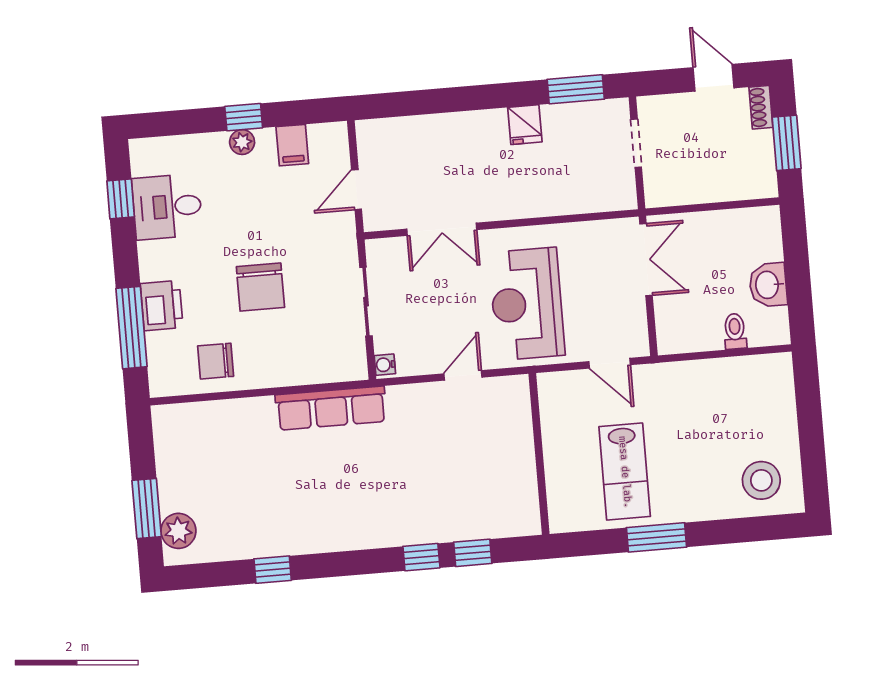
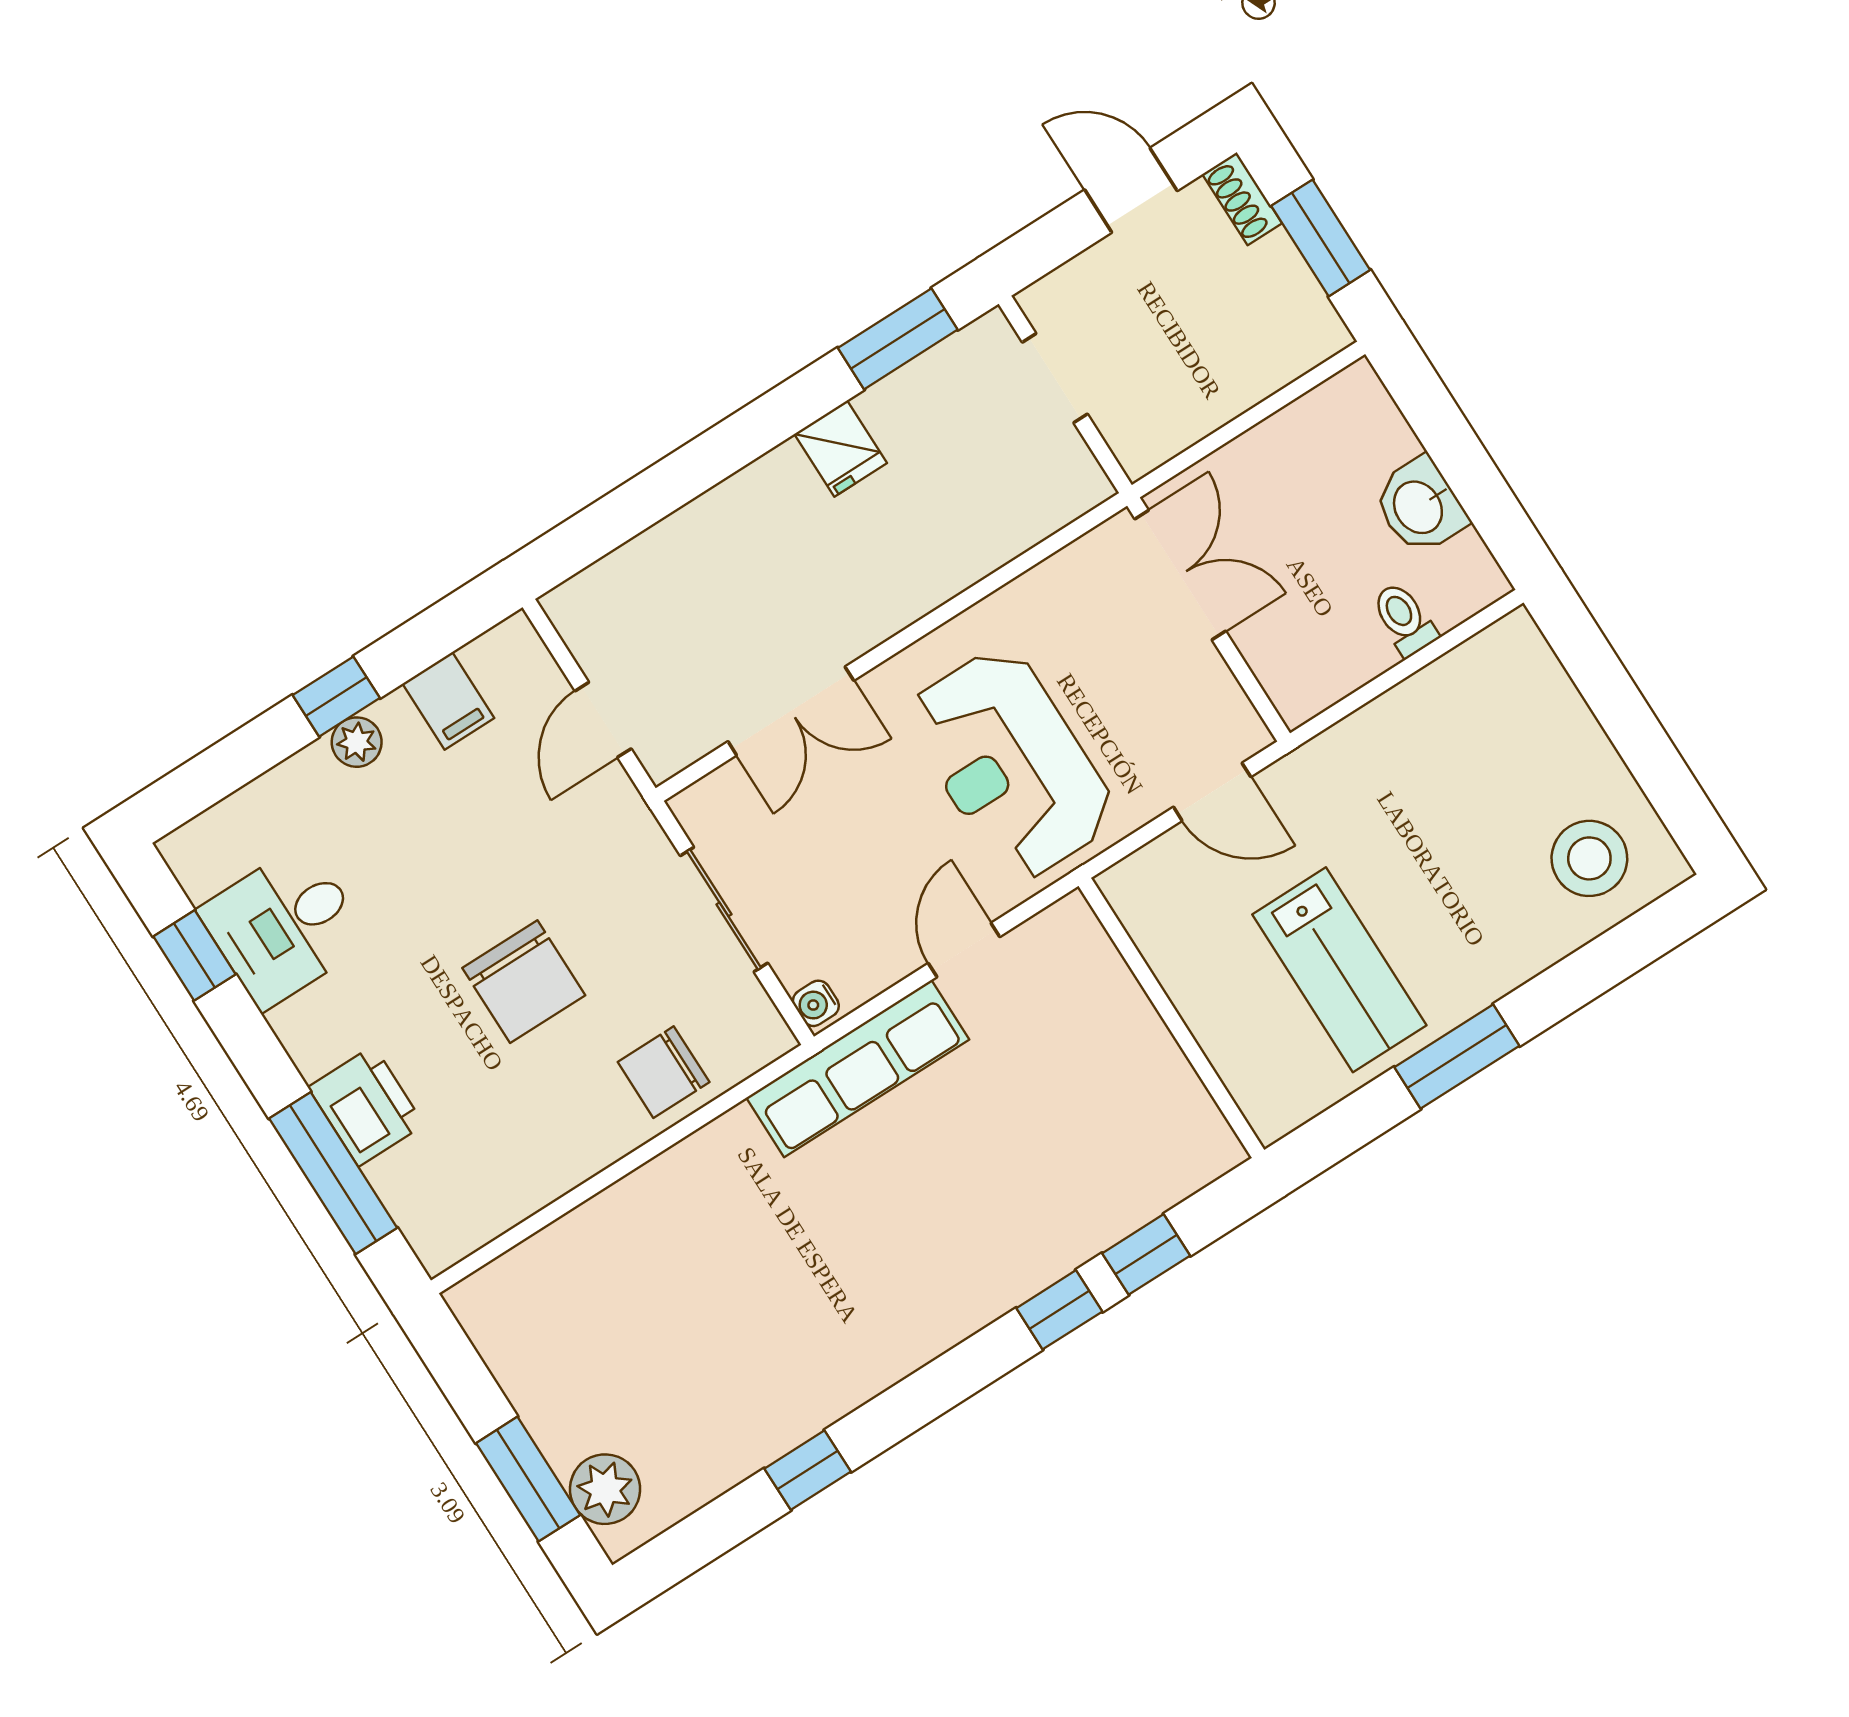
chair: (216, 361) -> (664, 1072), moved
row of seats: (331, 408) -> (858, 1069), moved

